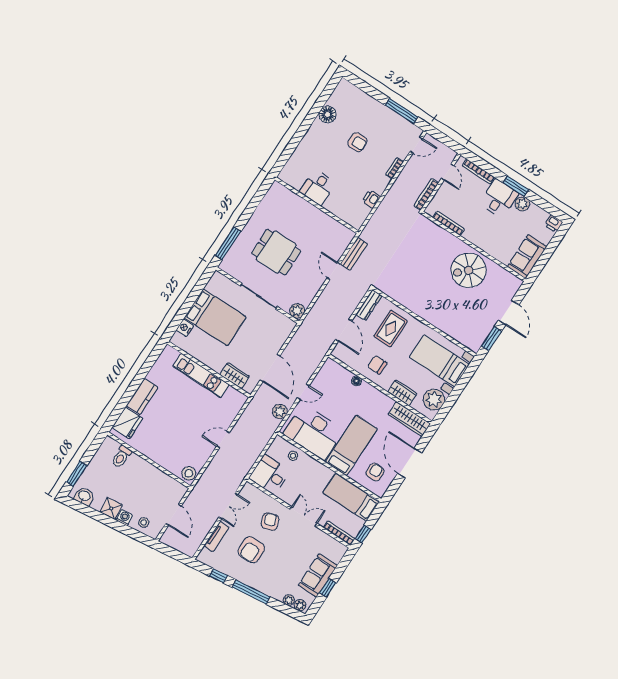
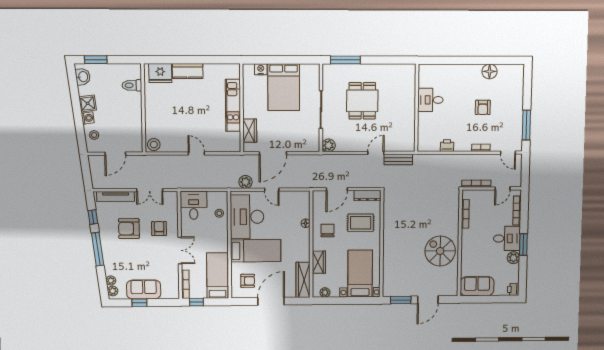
plant: (434, 399) -> (325, 292), width x0.53, depth x0.53
armchair: (270, 522) -> (159, 229), turned -70
tv unit: (217, 537) -> (116, 196), width x1.41

